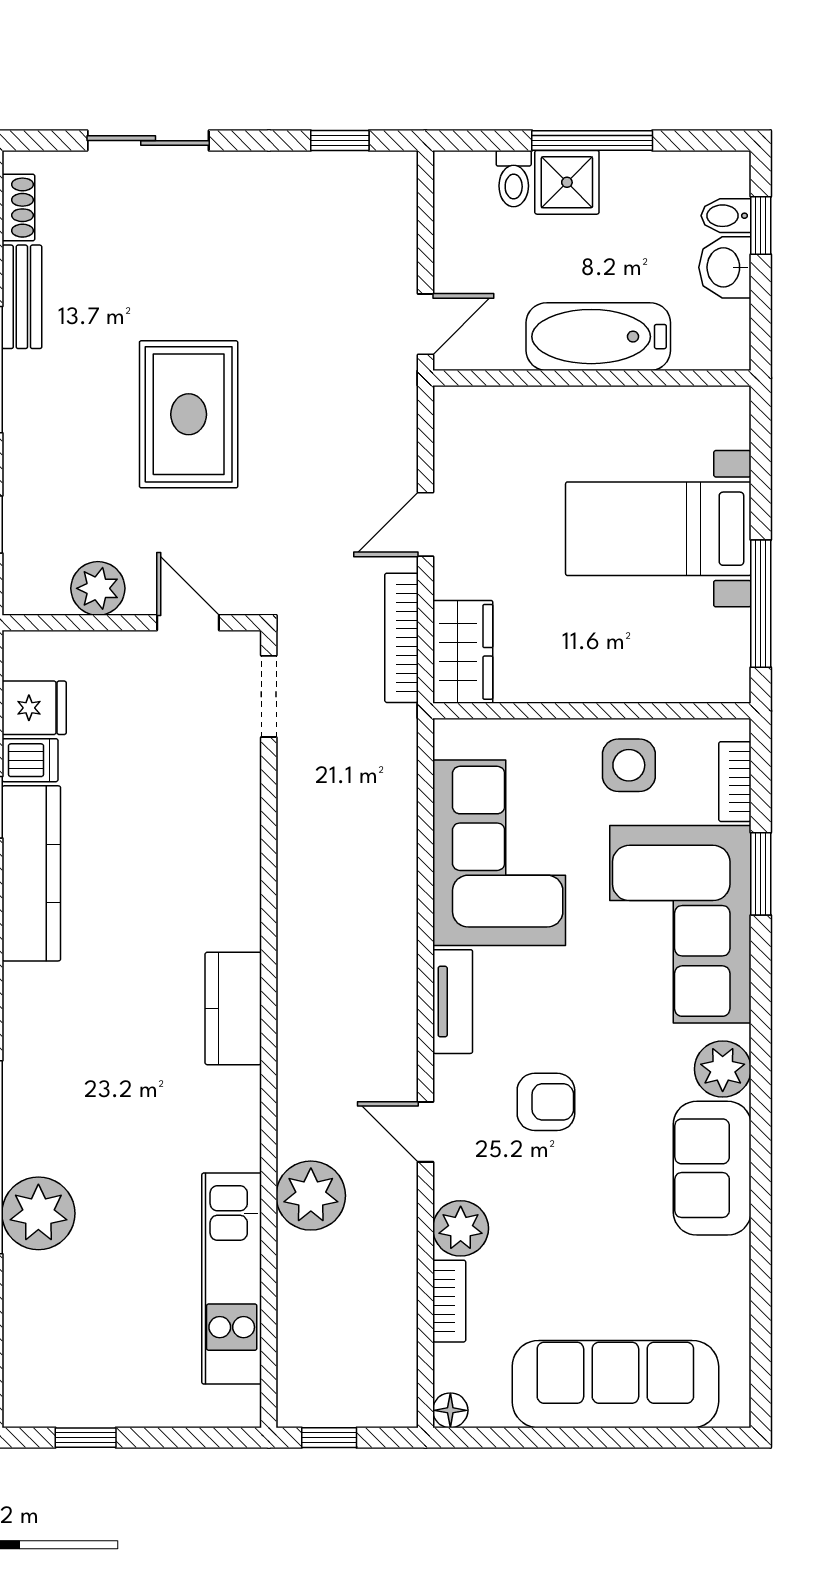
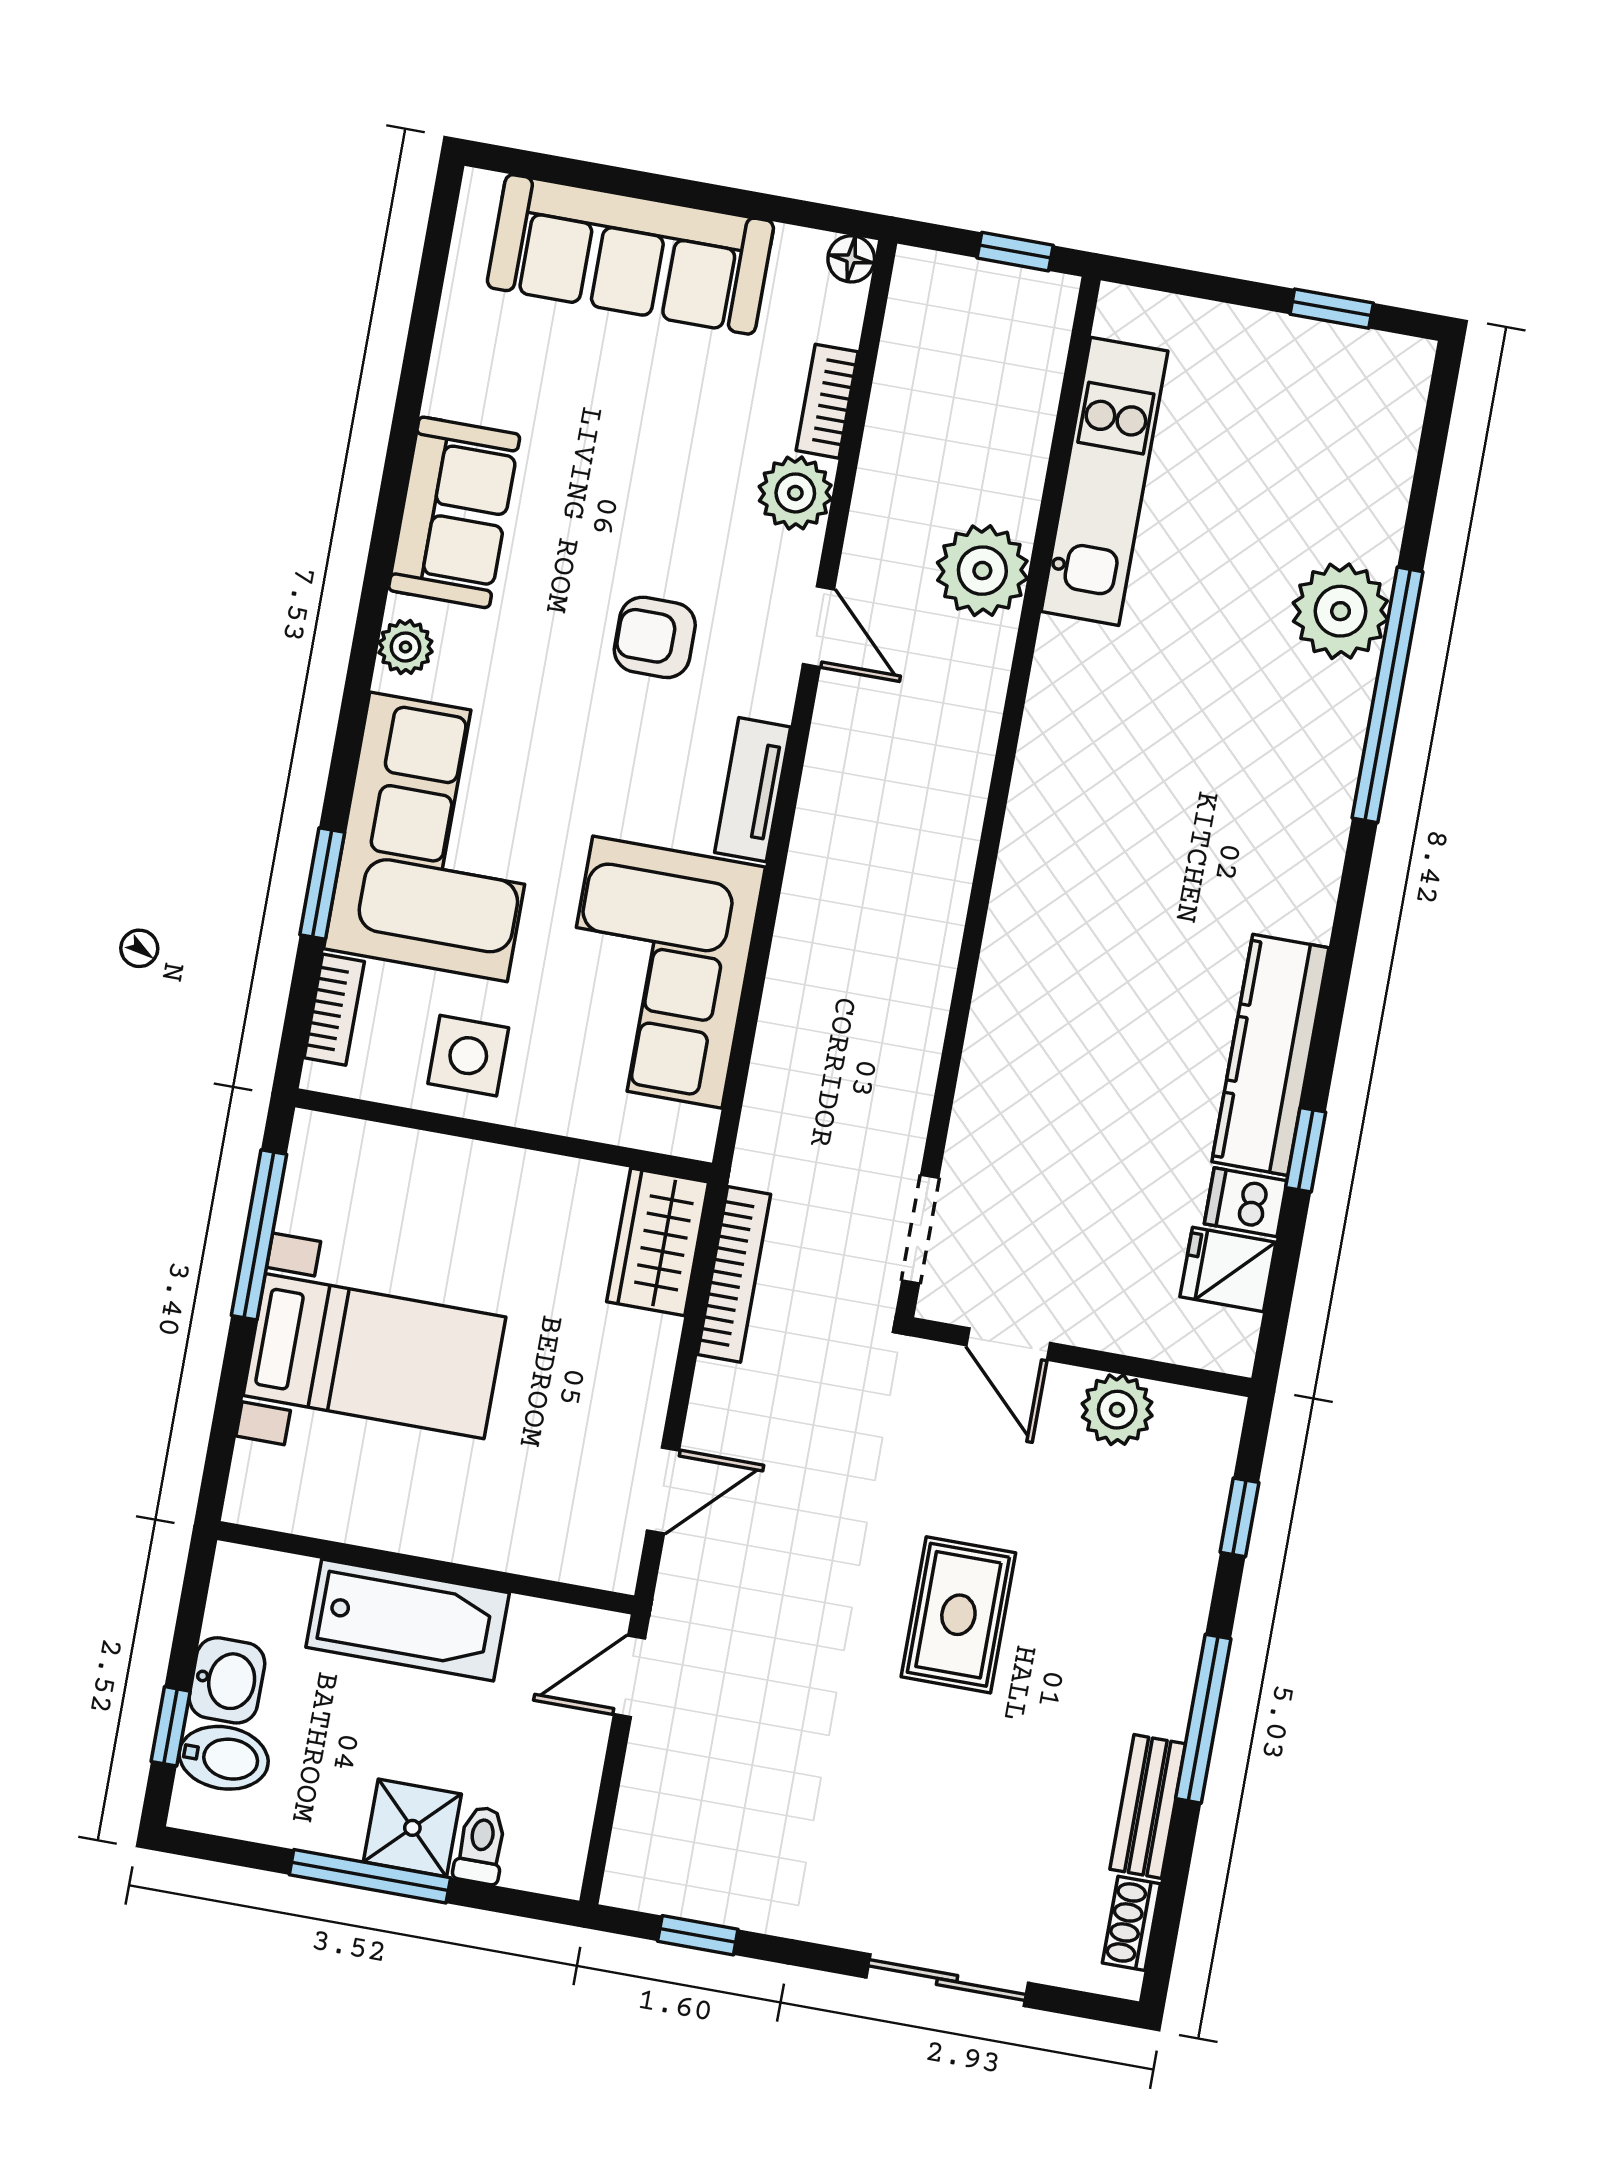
bidet: (726, 216) -> (224, 1758), width x1.38, depth x1.36
rug: (189, 414) -> (958, 1615), width x0.73, depth x0.70
door: (425, 524) -> (663, 1490), moved
kitchen counter: (233, 1008) -> (1039, 832), removed
plant: (723, 1069) -> (405, 647), width x0.73, depth x0.73

